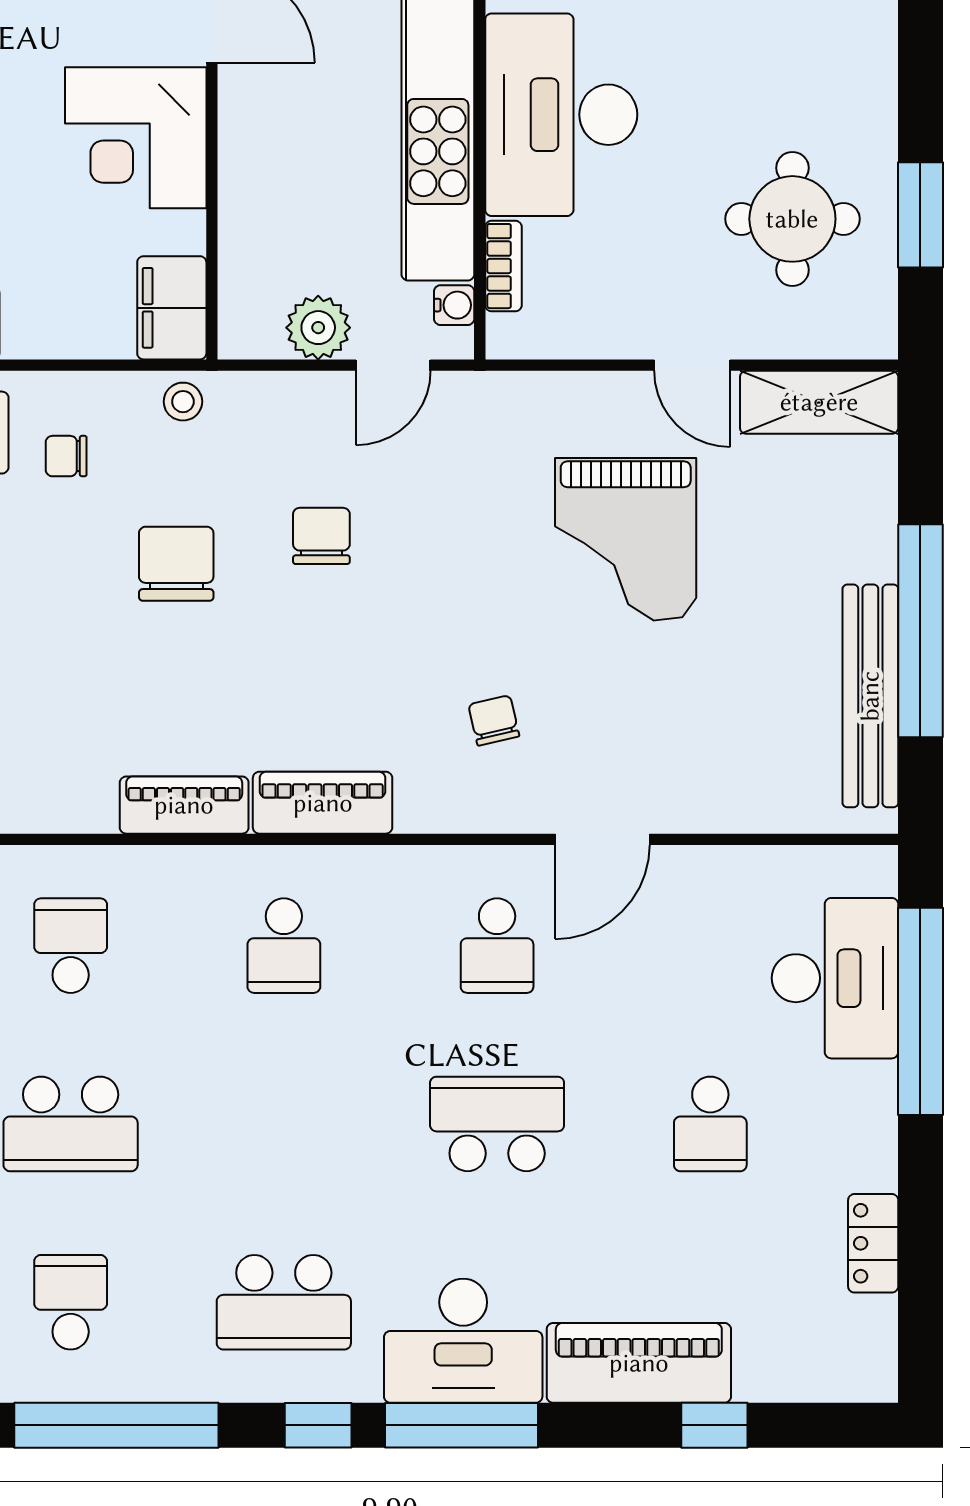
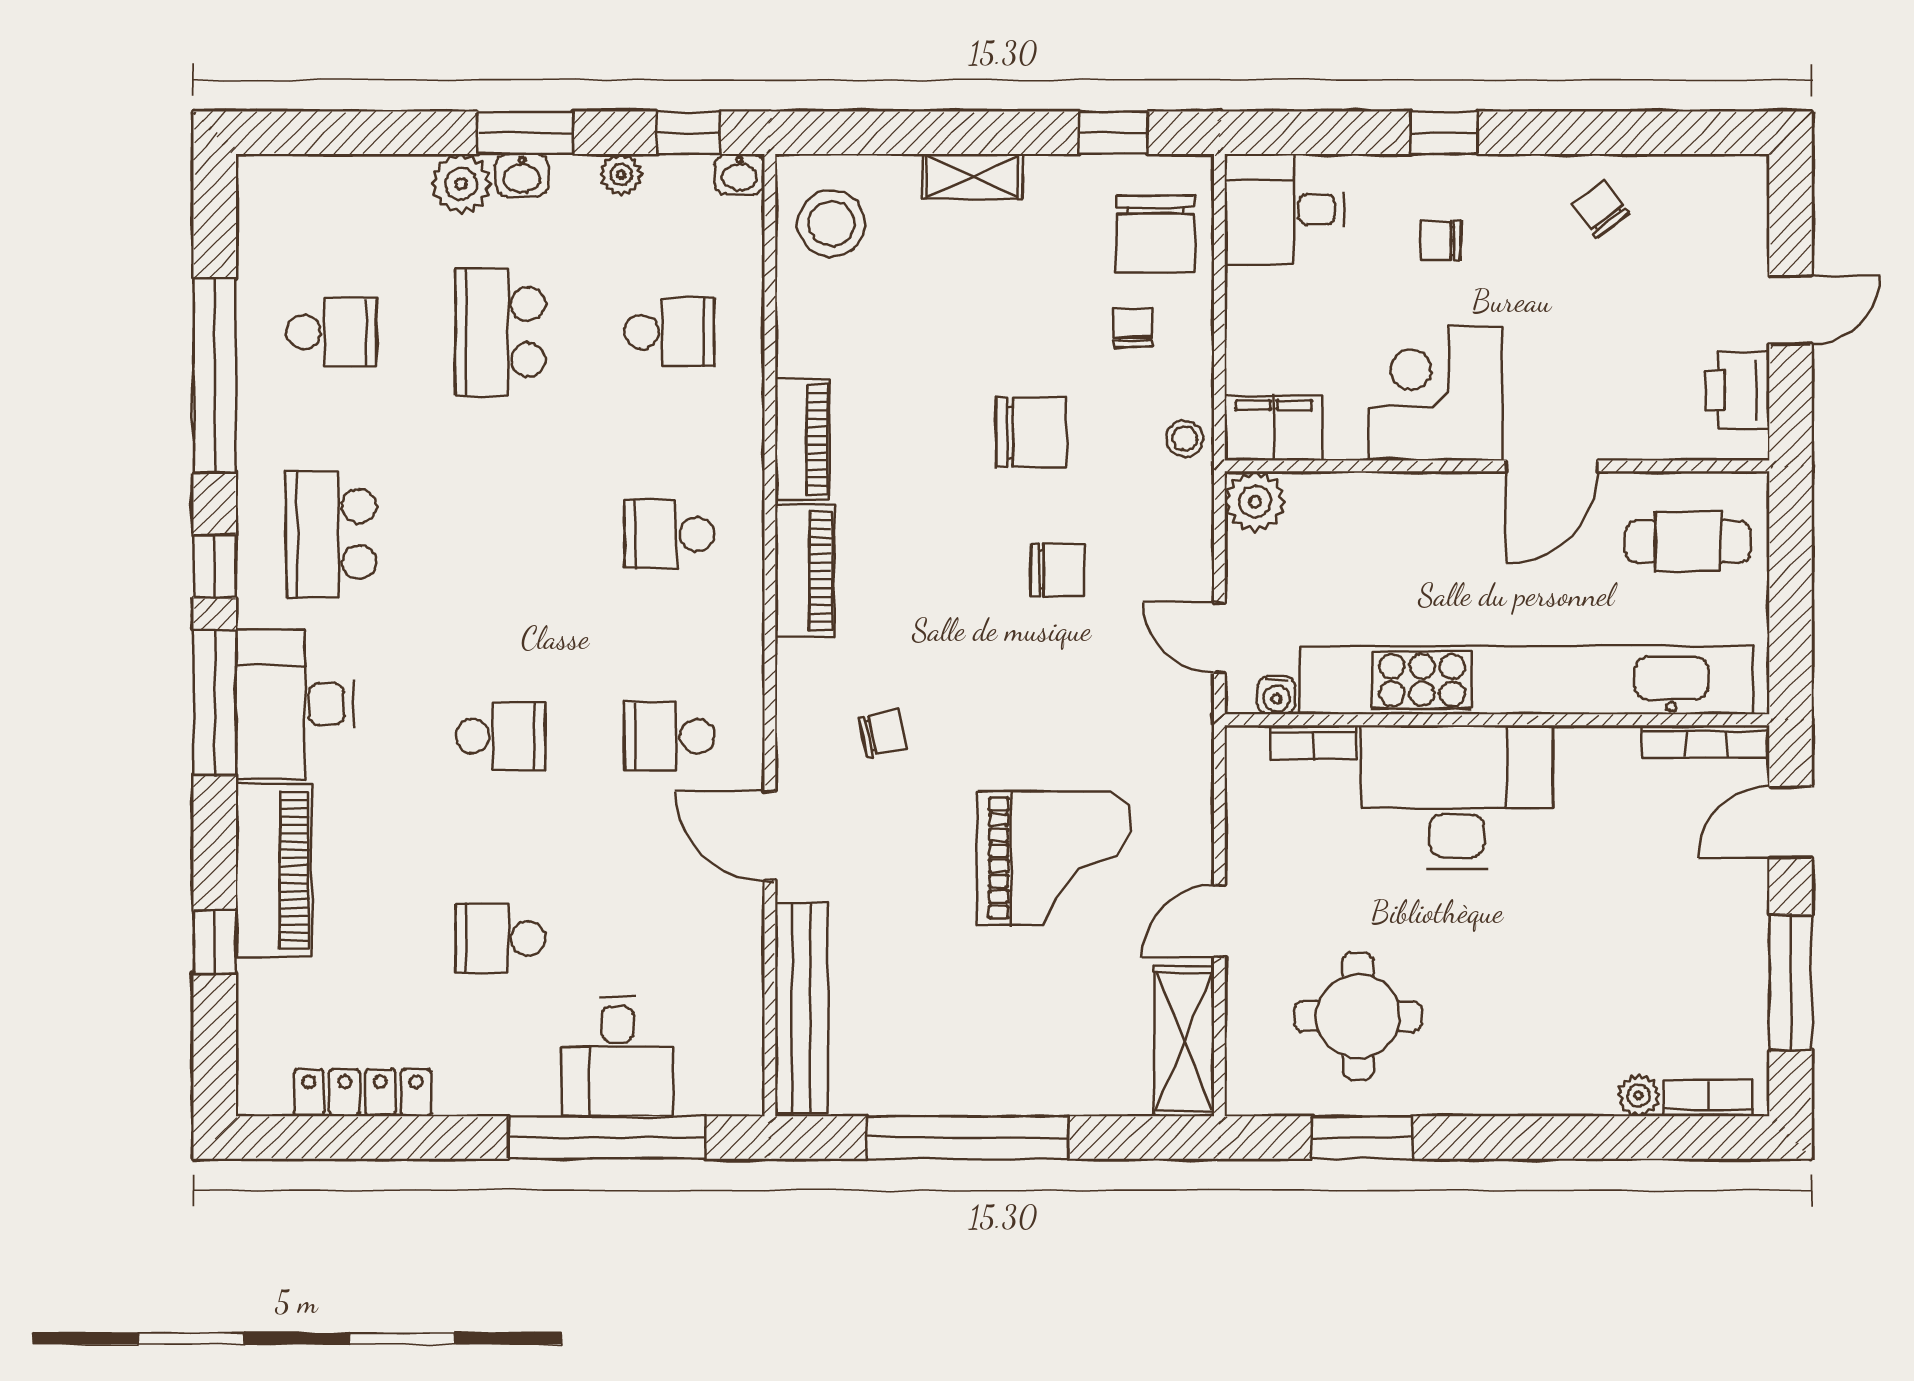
plant: (318, 328) -> (1255, 502), moved
grand piano: (626, 539) -> (1054, 858), turned 180
bench: (870, 696) -> (802, 1008), moved, turned 90
desk: (835, 978) -> (618, 1056), width x0.73
school desk: (497, 1124) -> (500, 736), width x0.54
locker: (873, 1243) -> (363, 1093), width x1.53

